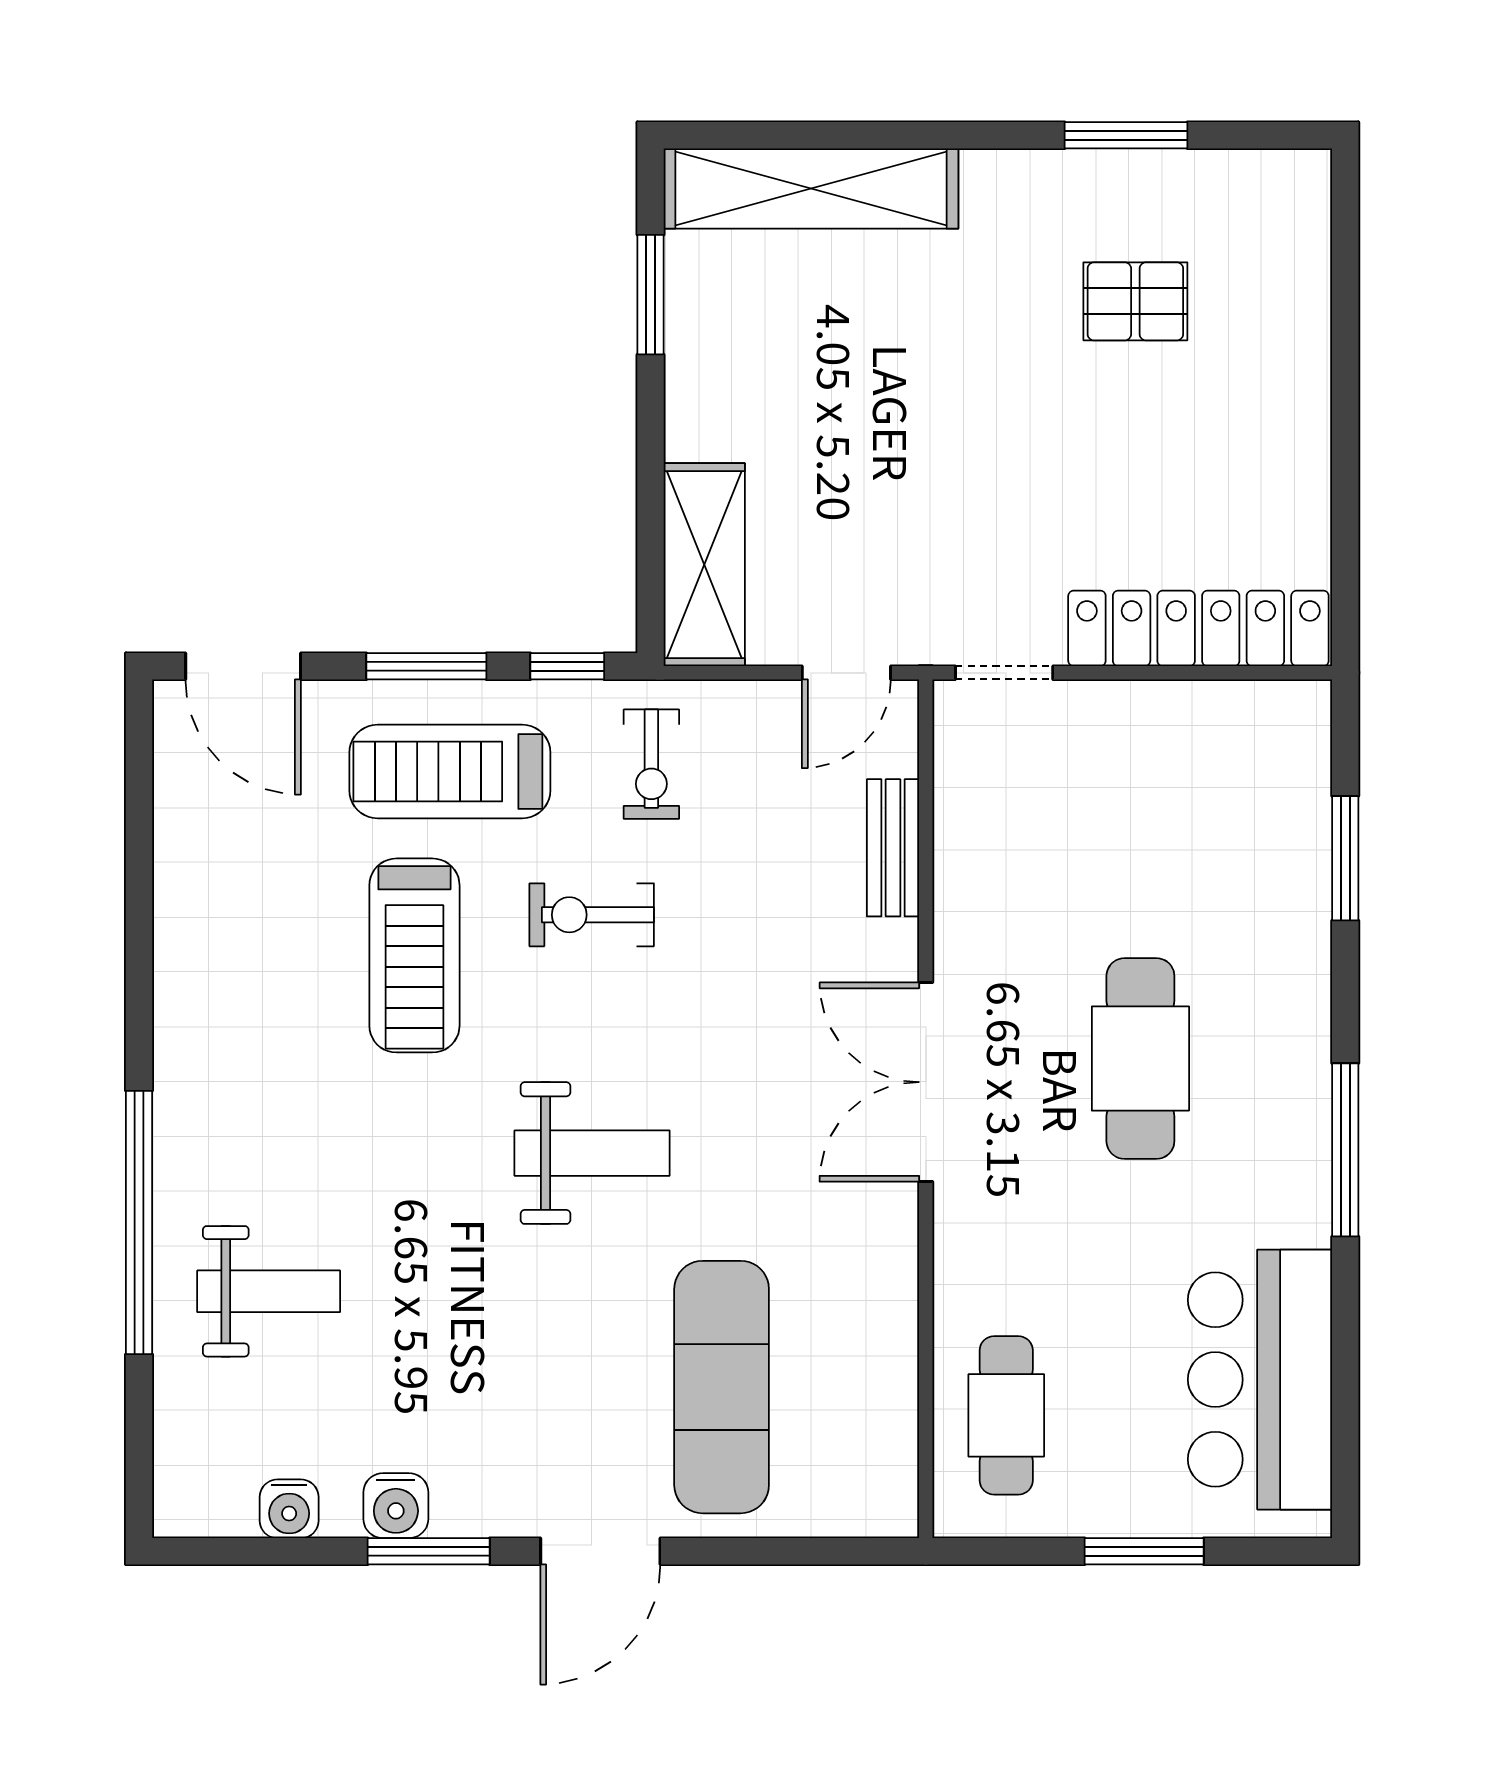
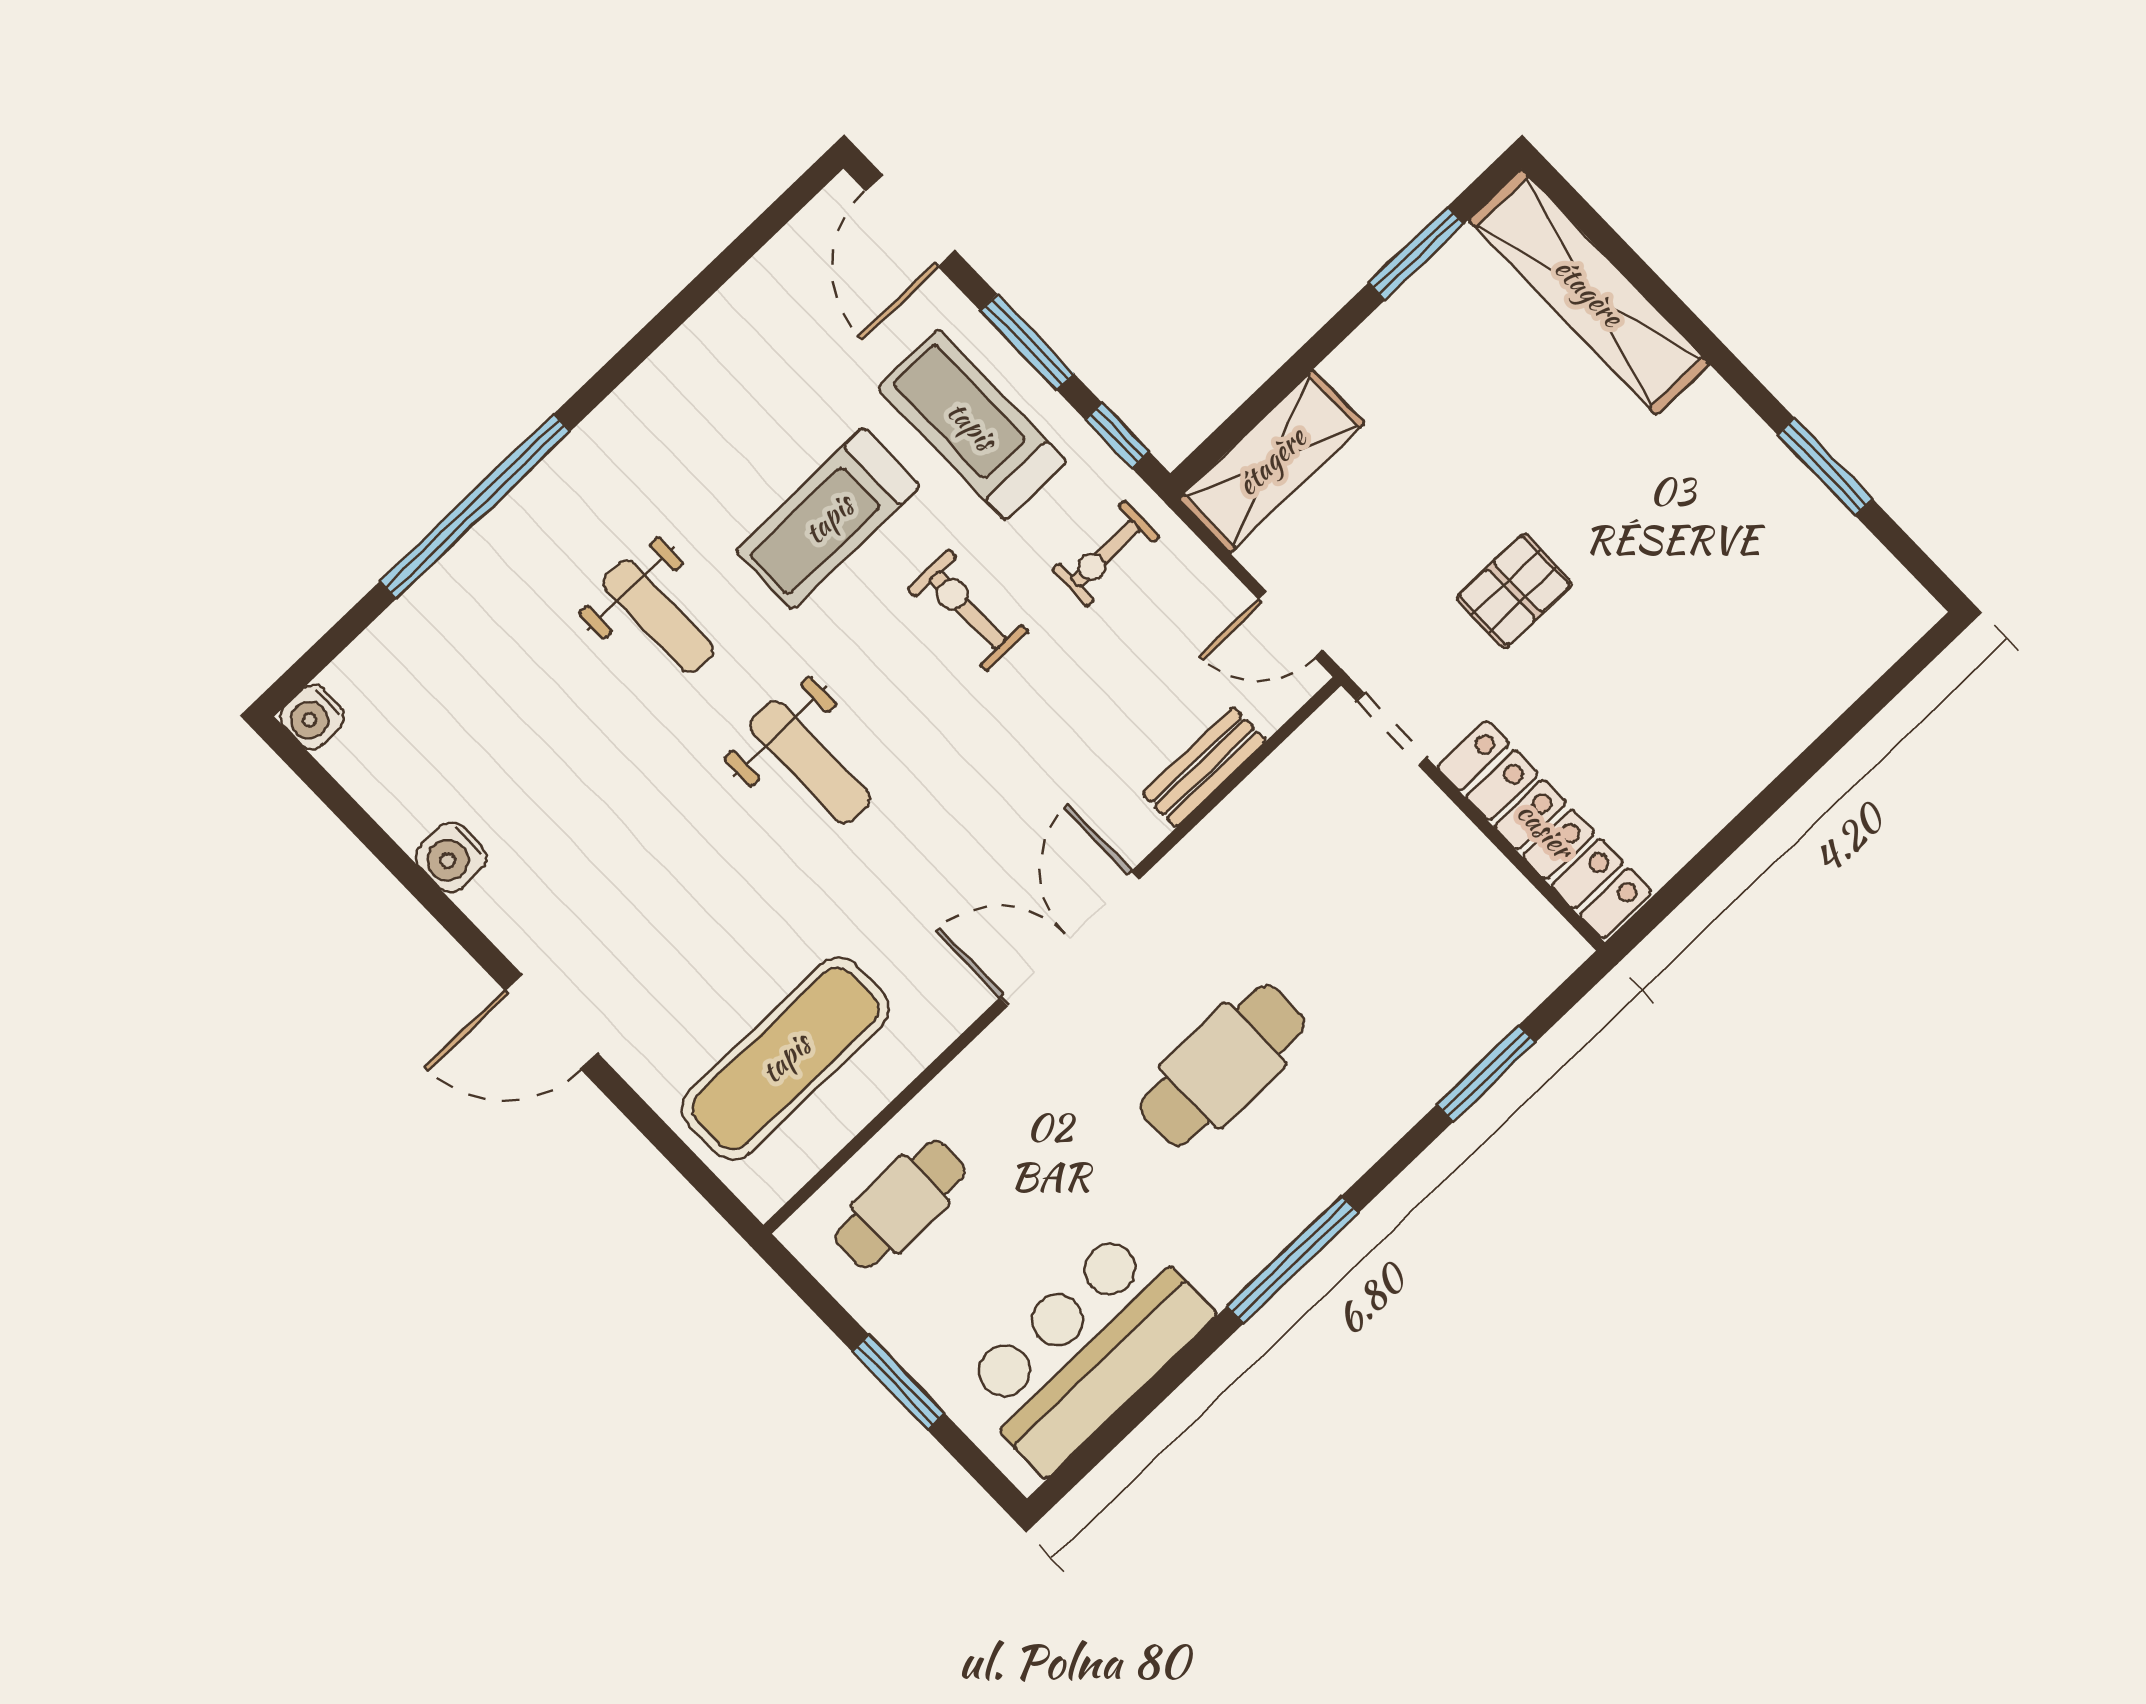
pallet: (1135, 301) -> (1514, 591), moved, turned 90
weight bench: (269, 1291) -> (658, 616), moved
exercise mat: (722, 1387) -> (785, 1058), moved
water cooler: (289, 1509) -> (312, 717), moved
window: (429, 1551) -> (442, 908), removed

